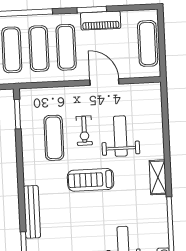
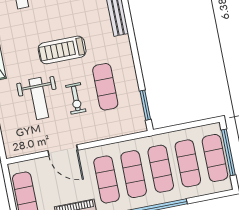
exercise bike: (84, 131) -> (76, 98), turned 180
treadmill: (91, 180) -> (62, 50), turned 180

